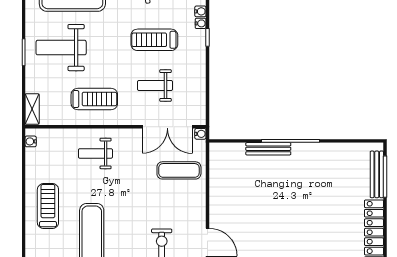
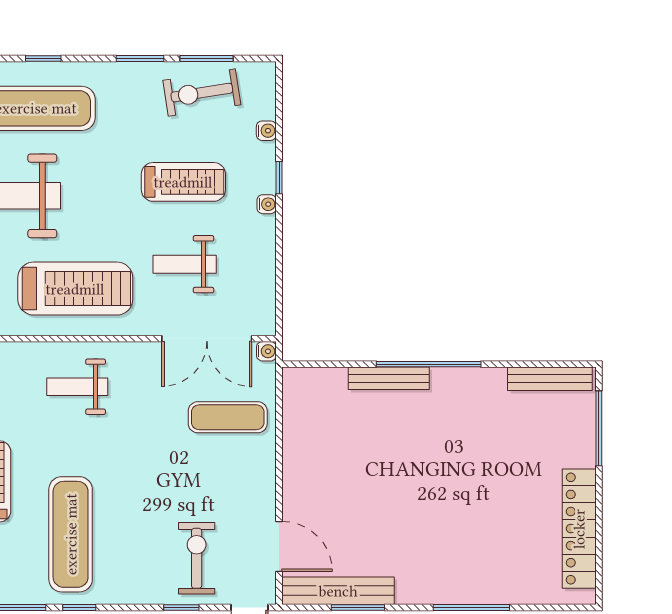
water cooler: (201, 23) -> (267, 204), moved
treadmill: (154, 40) -> (183, 182), turned 180
treadmill: (94, 99) -> (75, 289), width x1.37, depth x1.38
bench: (377, 174) -> (550, 379), moved, turned 90

